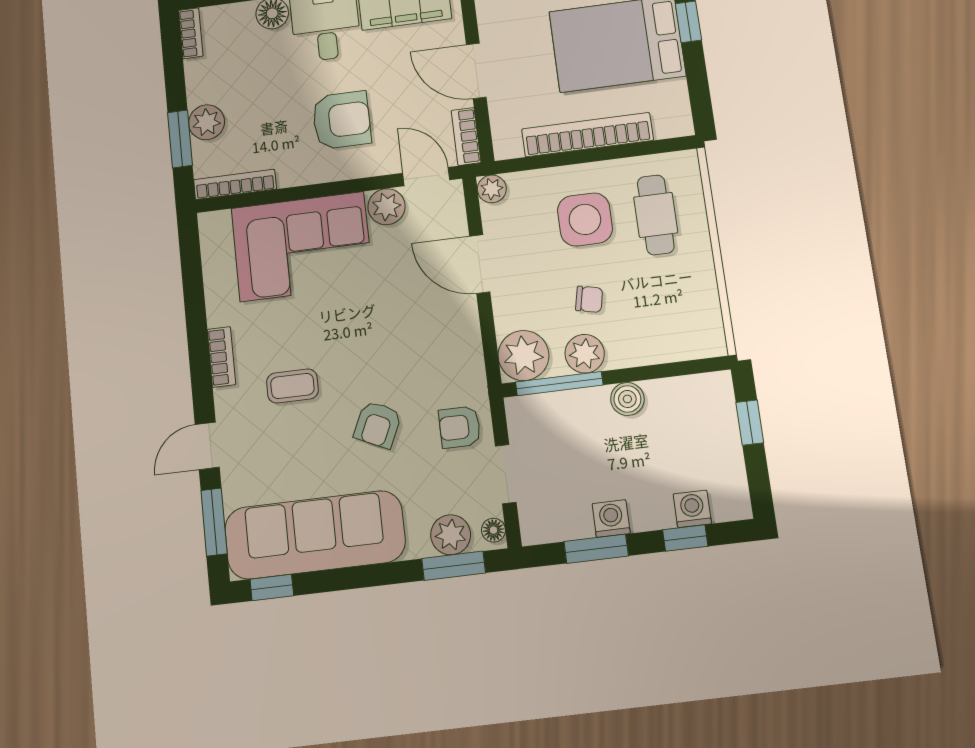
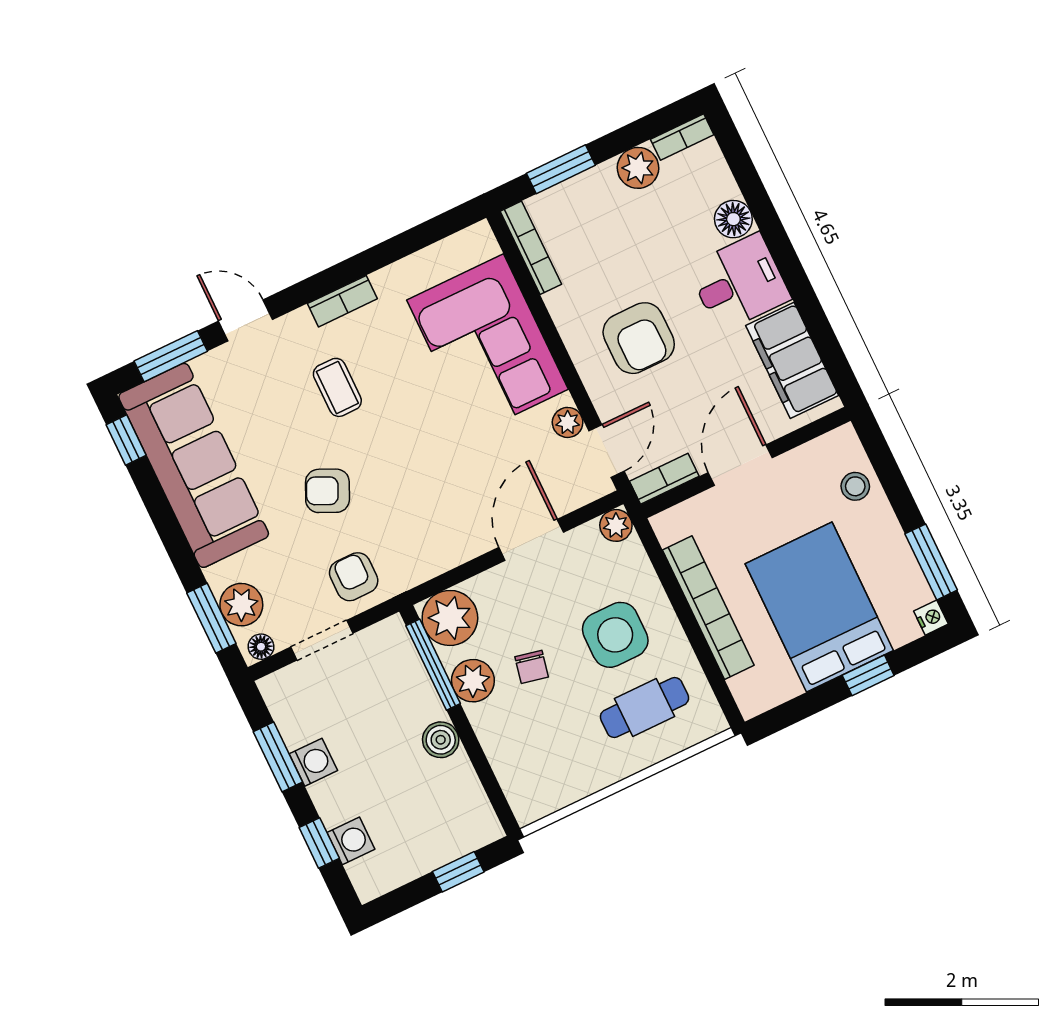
plant: (207, 122) -> (638, 168), moved
plant: (387, 207) -> (568, 422), width x0.73, depth x0.73

